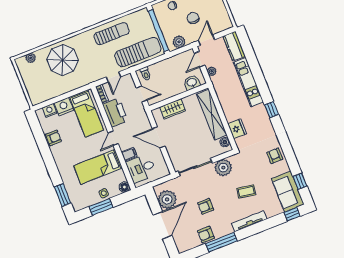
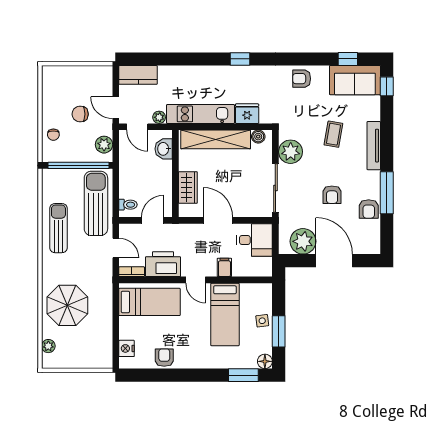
kitchen unit: (248, 82) -> (200, 114), moved, turned 180
nightstand: (64, 107) -> (129, 328), removed
door: (159, 137) -> (218, 220), swing flipped
desk: (141, 168) -> (254, 240), moved, turned -90
floor lamp: (124, 187) -> (265, 361), moved

